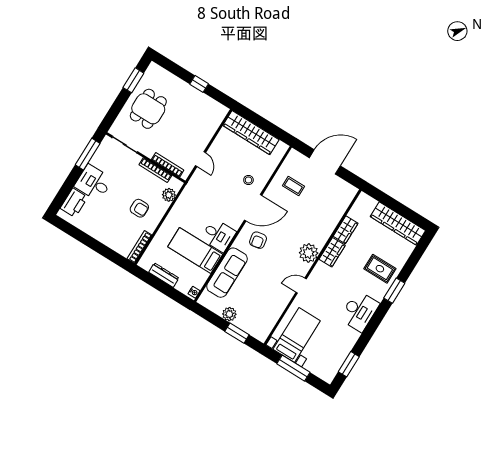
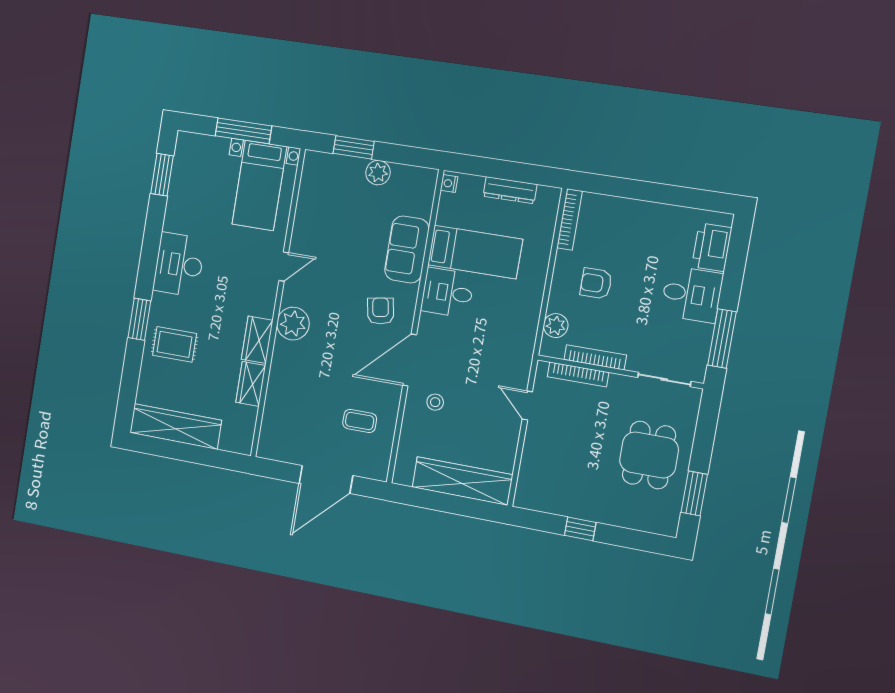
sofa: (227, 273) -> (407, 249), width x0.73

